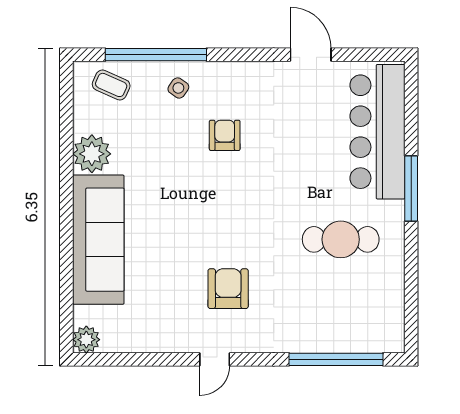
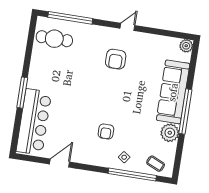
door: (311, 55) -> (59, 163), swing flipped
window: (66, 203) -> (185, 112), added
cafe table: (341, 239) -> (54, 39), moved

